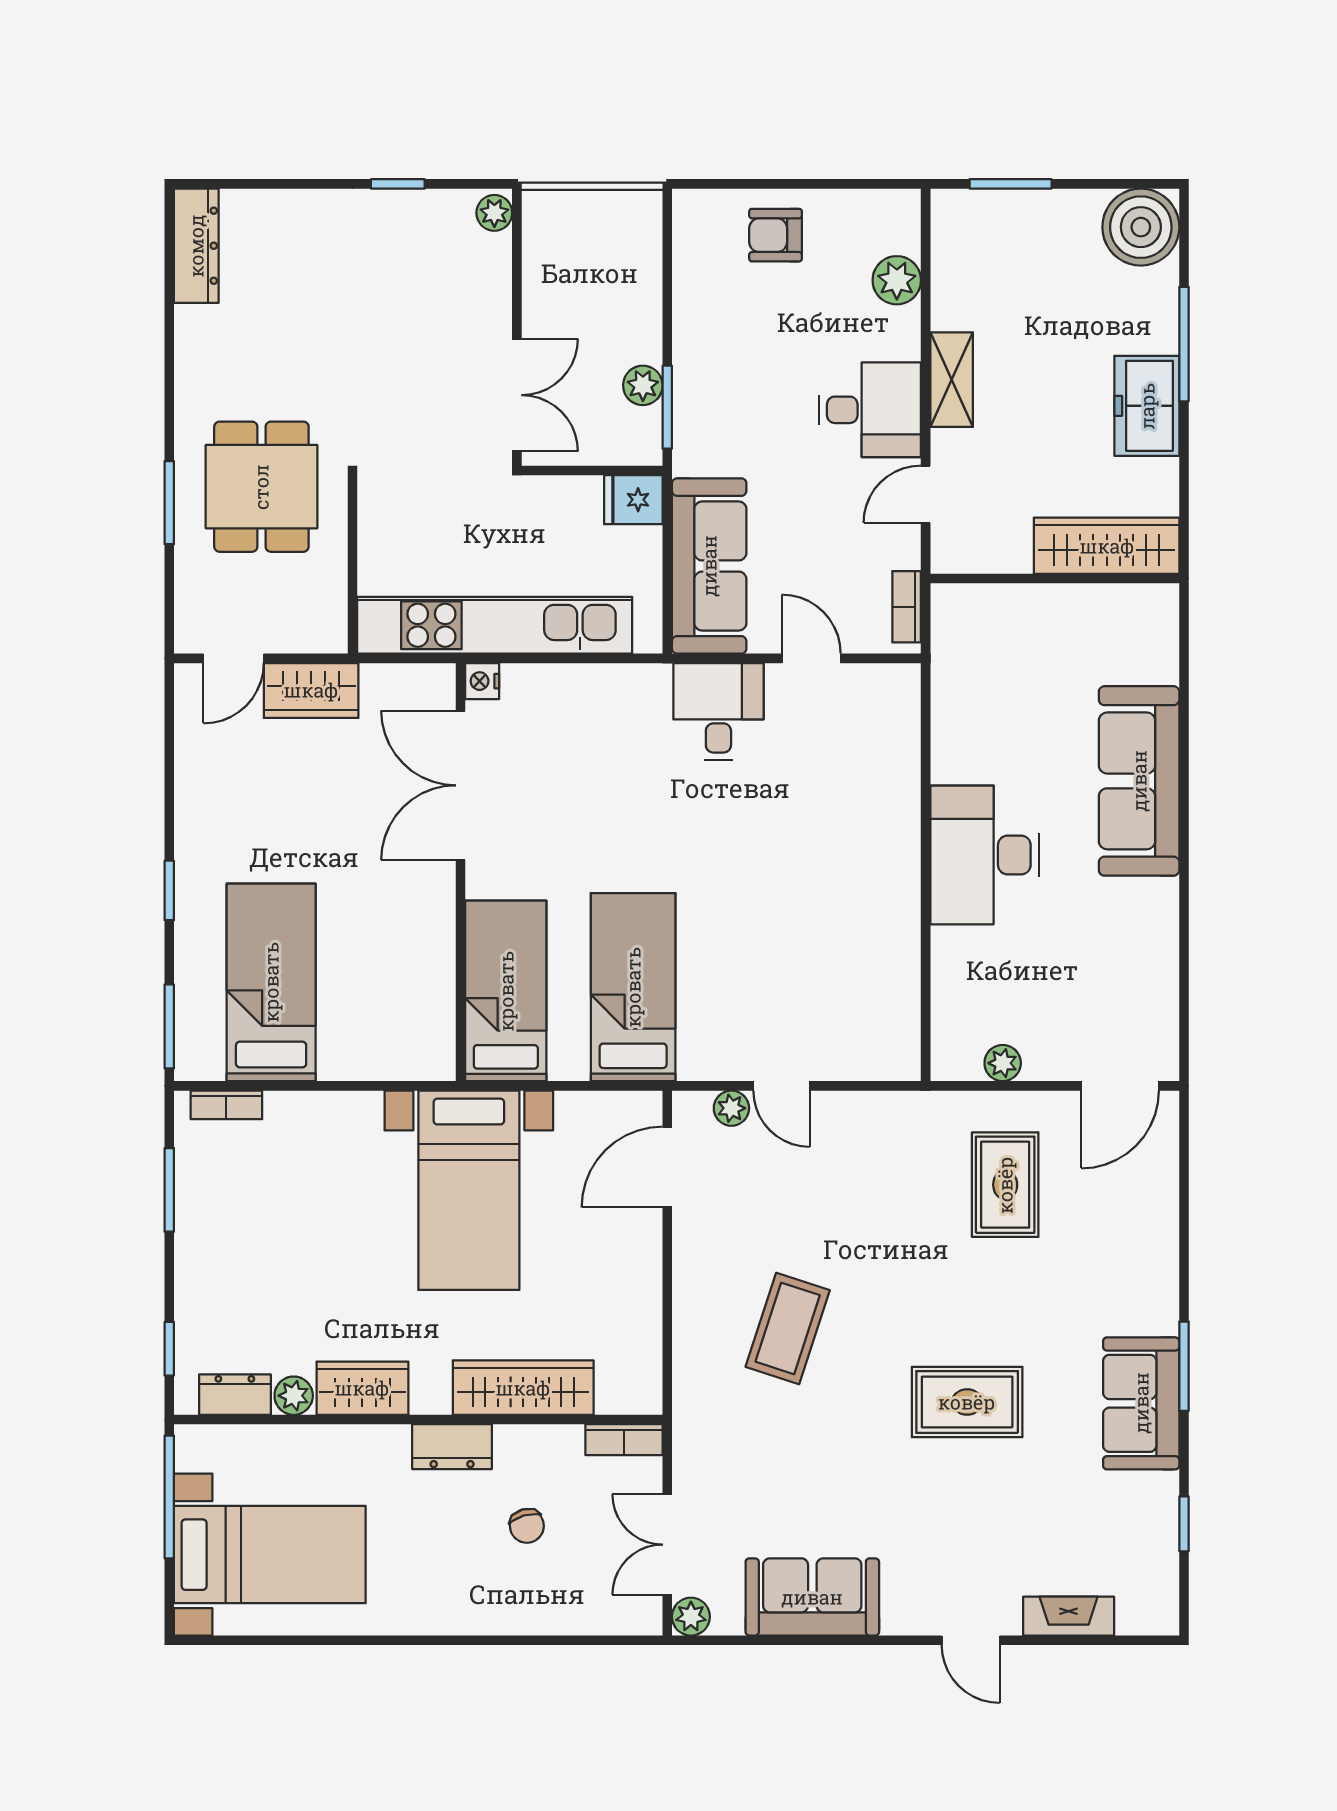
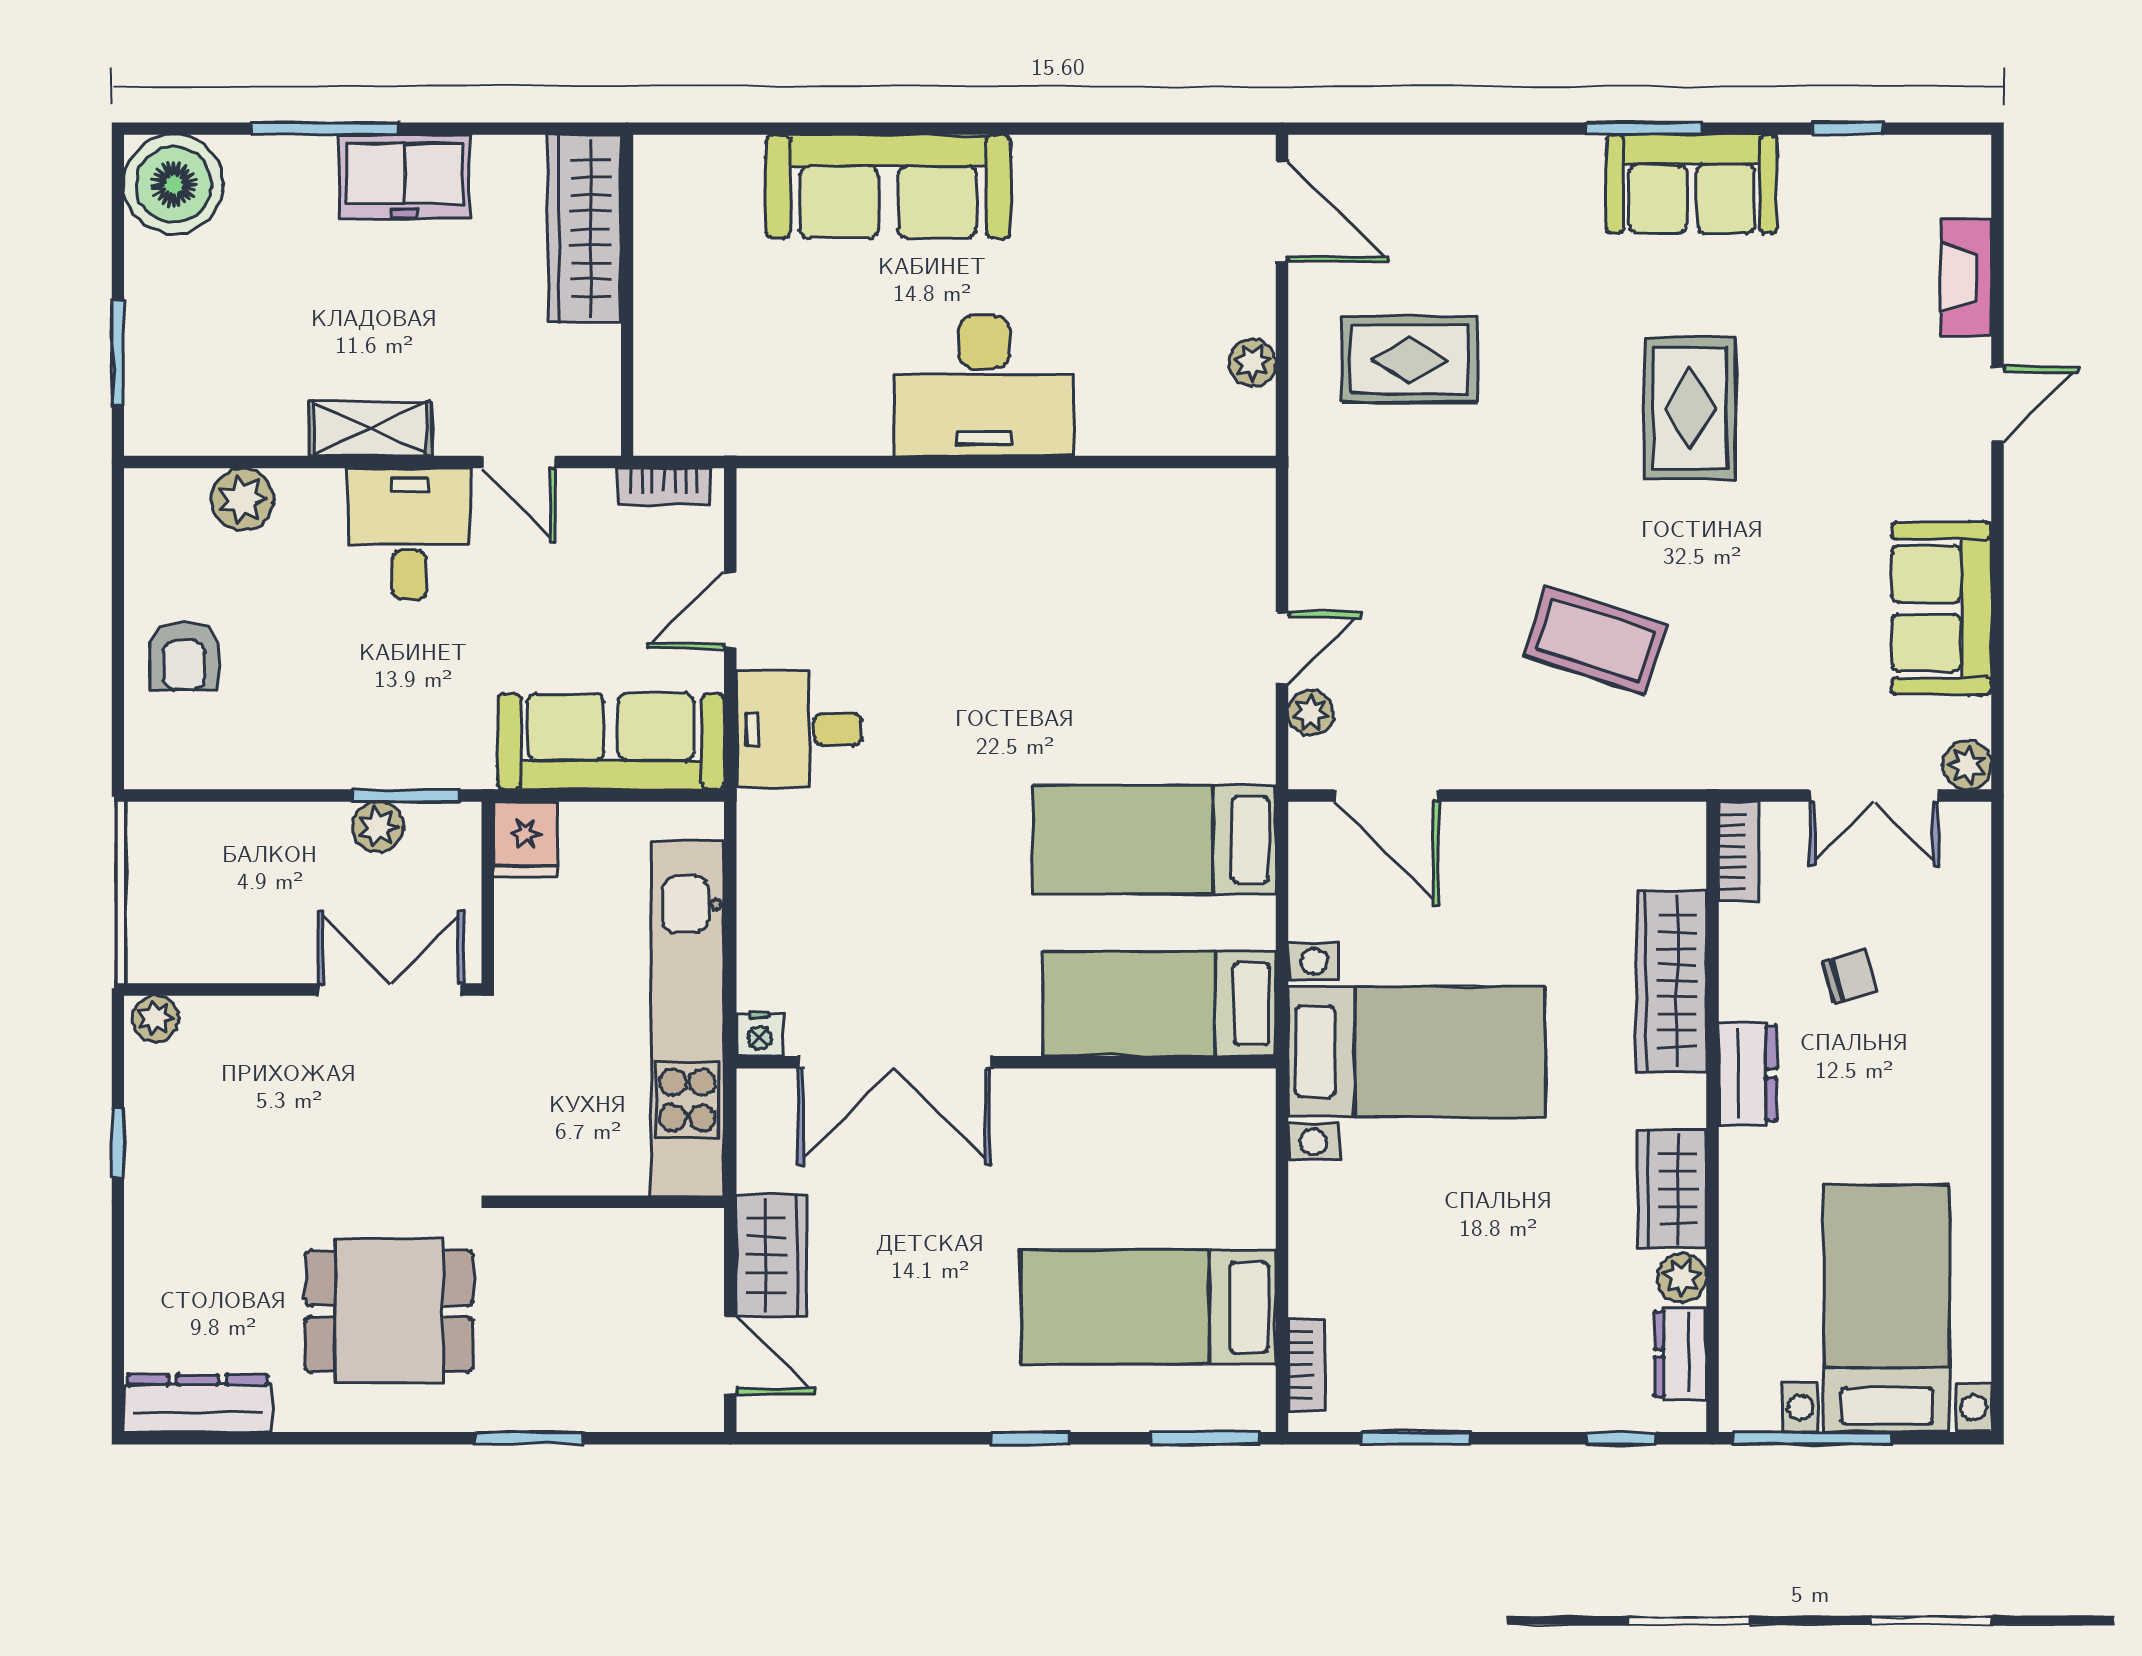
dining table: (261, 487) -> (389, 1311), moved

